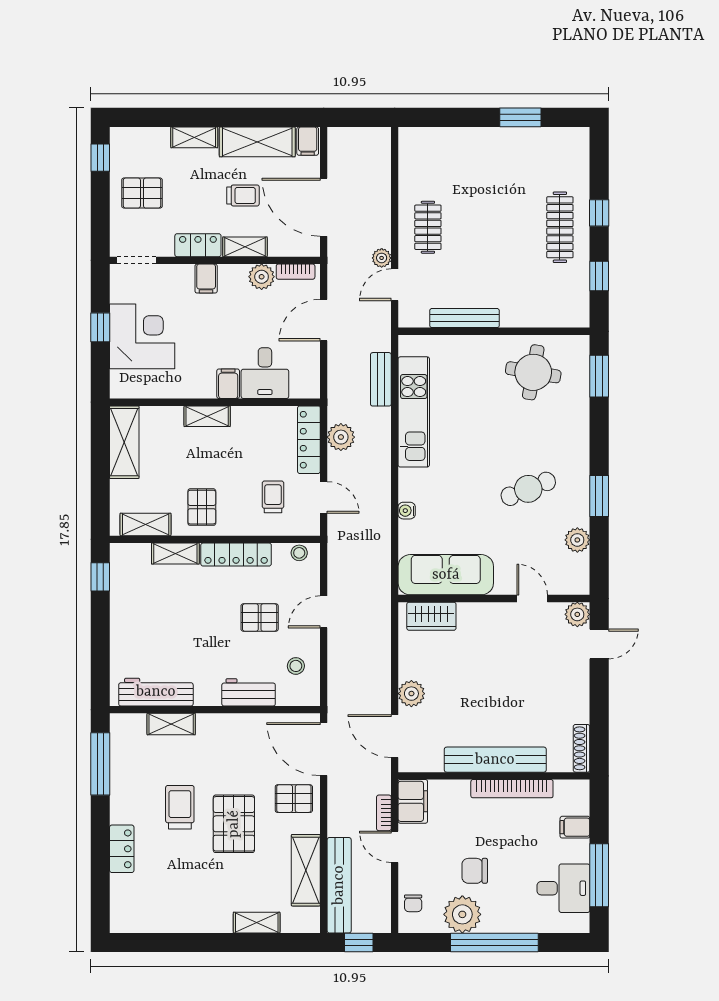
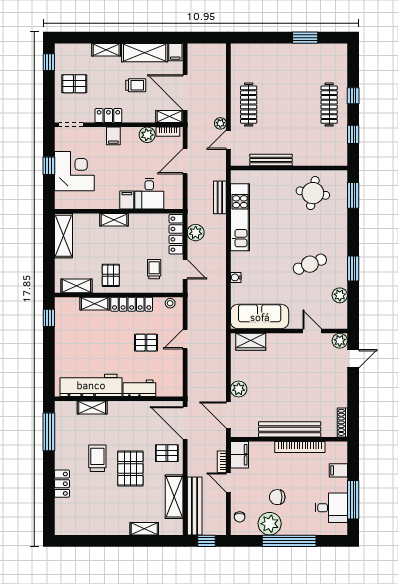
clothes rail: (428, 227) -> (249, 105), width x1.36
shelving: (245, 247) -> (169, 117), moved
stool: (296, 666) -> (168, 372), removed
workbench: (156, 692) -> (91, 385), width x1.36, depth x1.32

